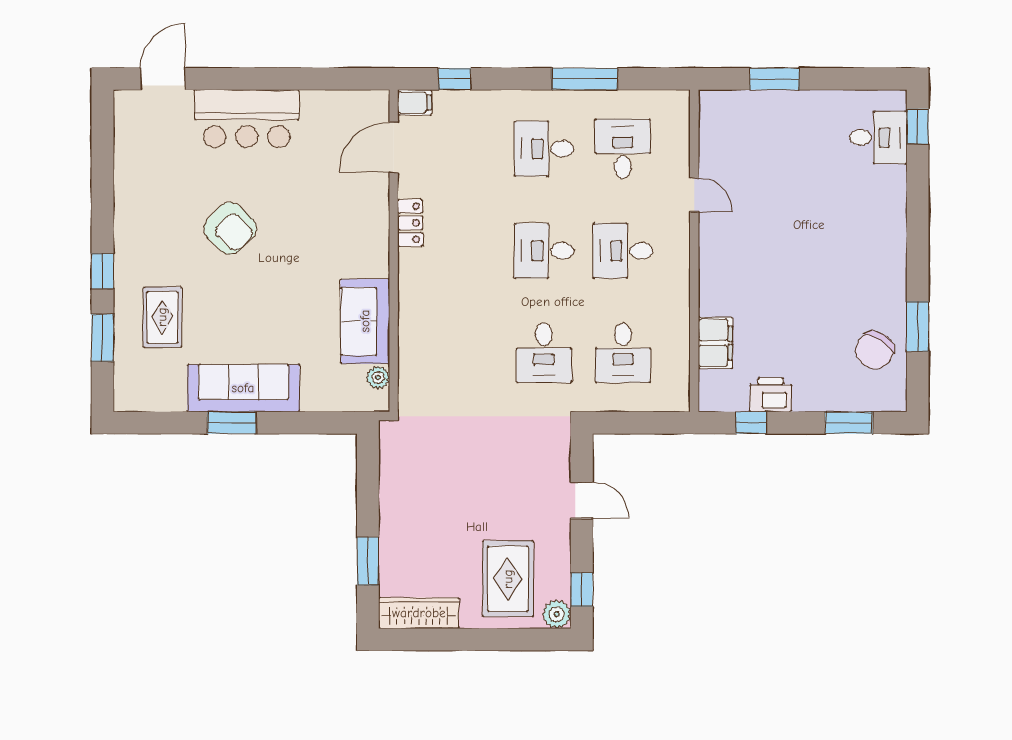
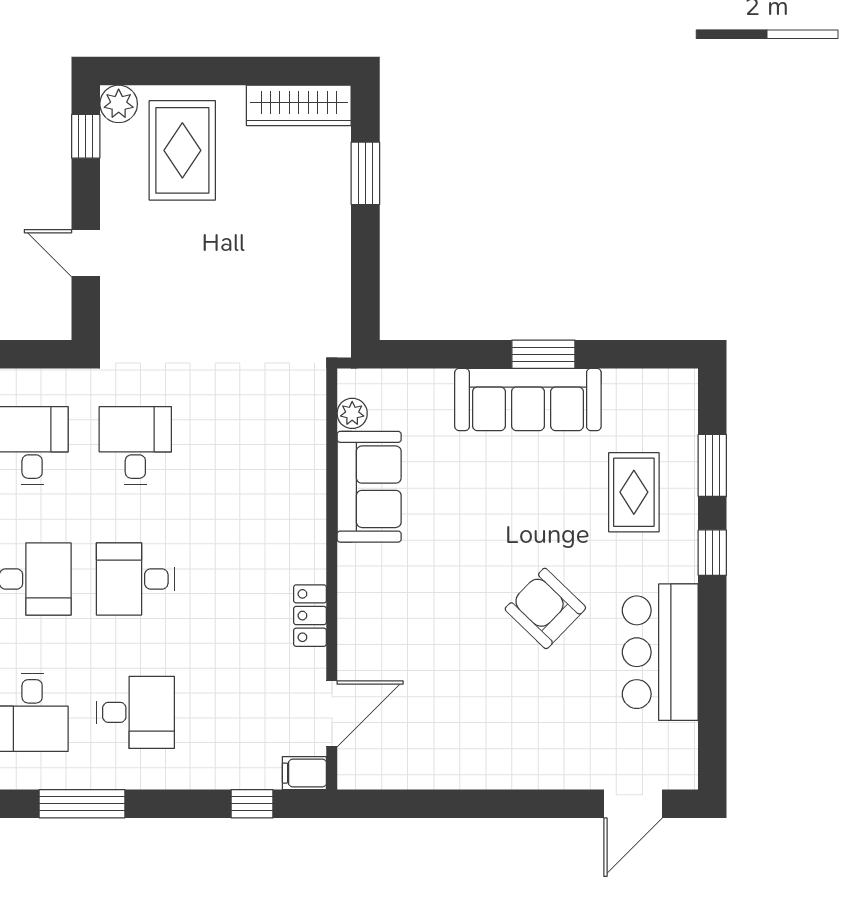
bar counter: (247, 119) -> (660, 652), moved, turned -90
desk: (544, 251) -> (135, 579), turned 180

